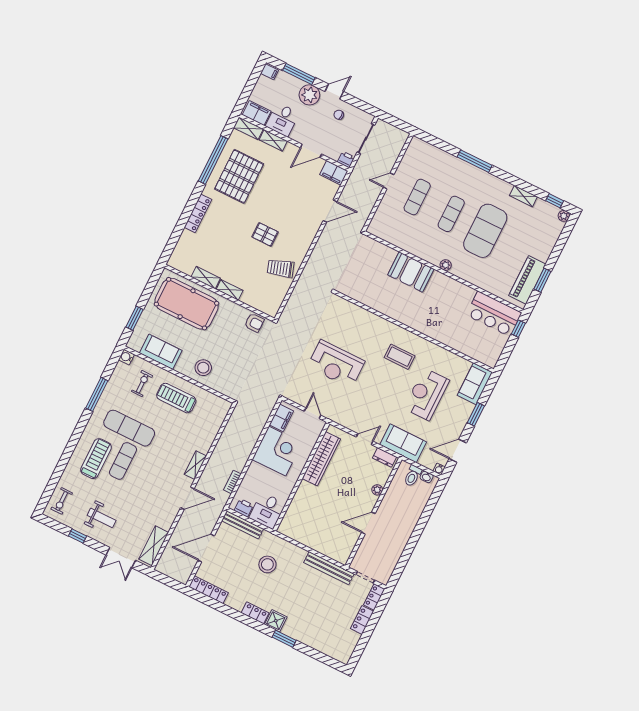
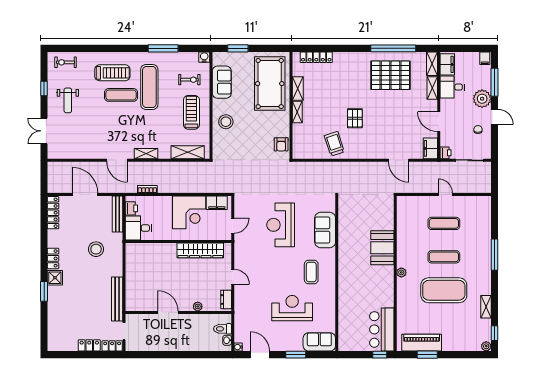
locker: (198, 213) -> (316, 57), moved
sofa: (403, 443) -> (325, 230), moved, turned 180
shelving: (154, 546) -> (188, 152), moved

